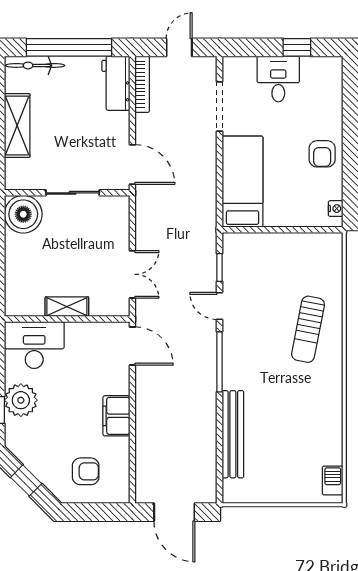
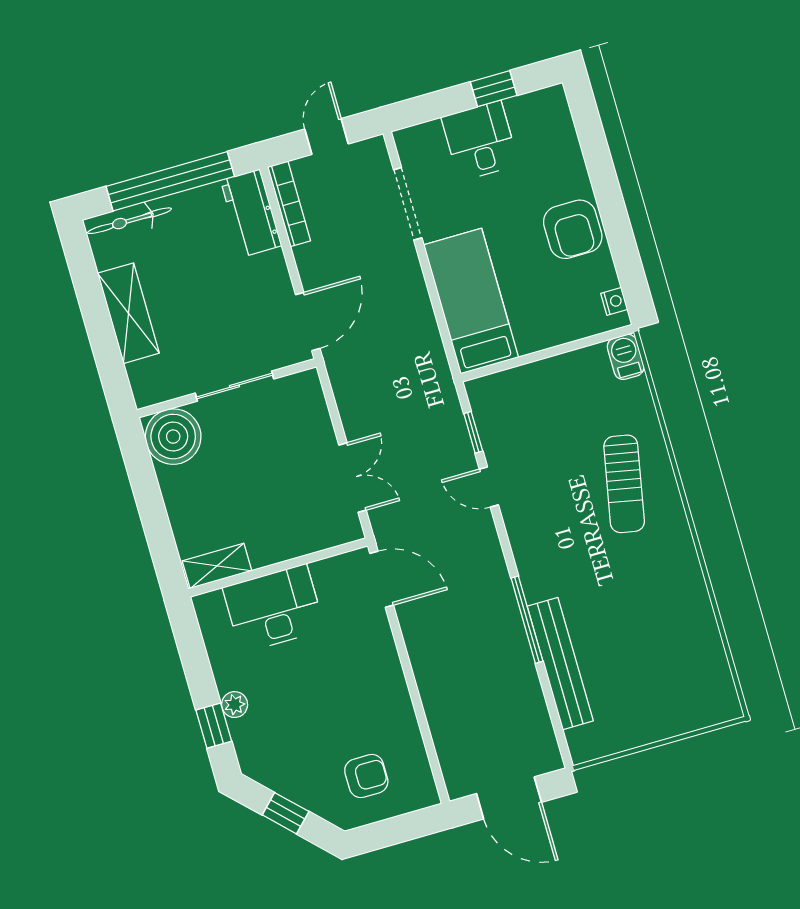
armchair: (322, 154) -> (573, 229), width x1.38, depth x1.38
door: (132, 164) -> (308, 322), hinge flipped
shelving: (67, 307) -> (217, 566), moved
desk: (34, 345) -> (274, 609), moved
window: (219, 362) -> (527, 620), moved
plant: (21, 400) -> (235, 705), width x0.53, depth x0.53
filing cabinet: (116, 416) -> (387, 685), removed
barbecue: (333, 481) -> (626, 357), moved

